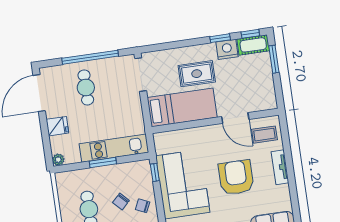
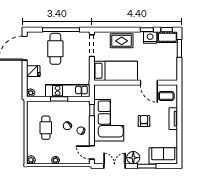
rug: (197, 74) -> (122, 41), moved
cafe table: (86, 87) -> (55, 49), width x1.37, depth x1.35
armchair: (236, 177) -> (144, 121), width x0.53, depth x0.53

